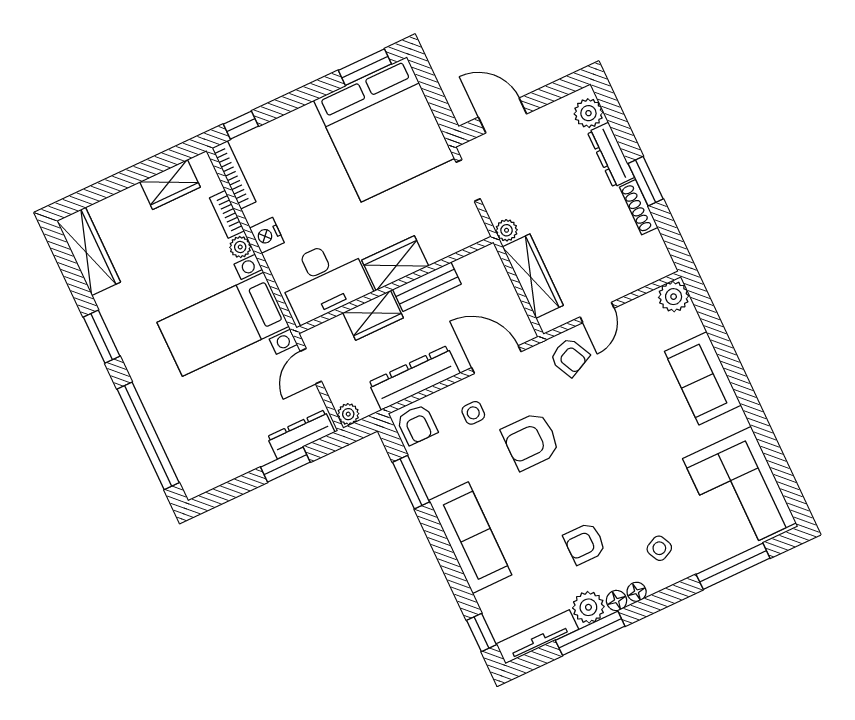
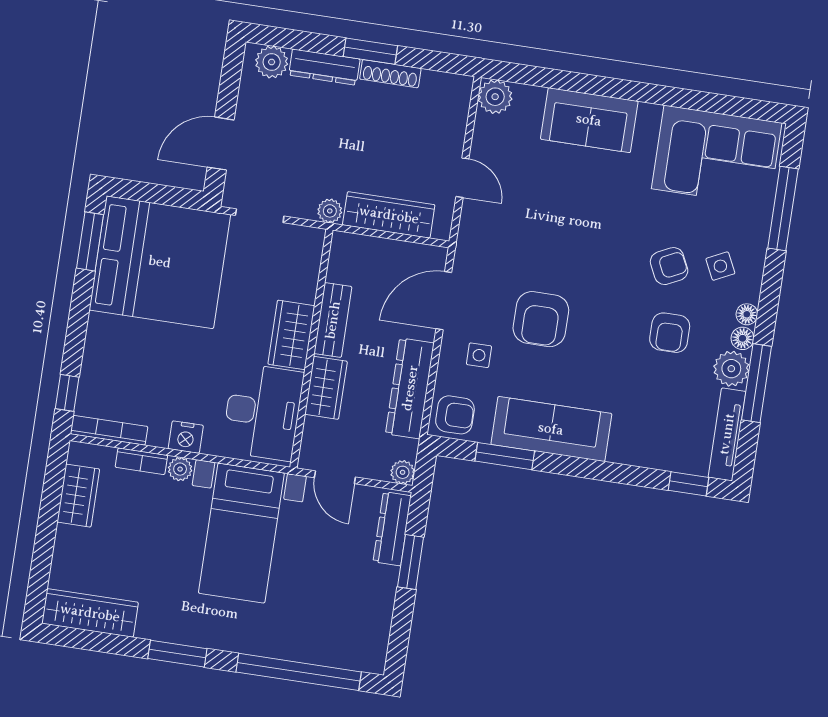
armchair: (570, 357) -> (669, 266), moved
sofa: (470, 538) -> (551, 429), moved

